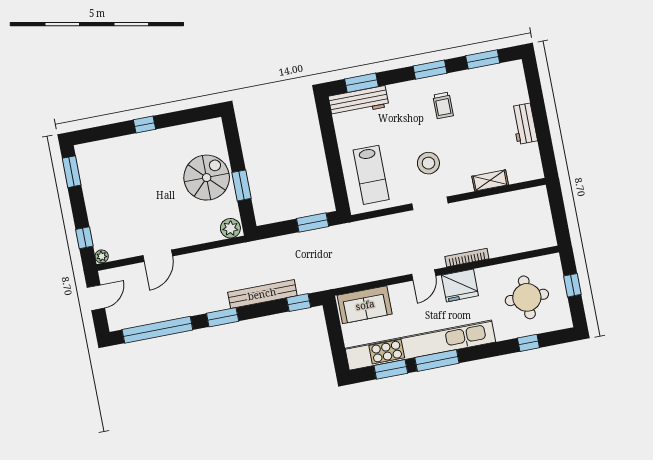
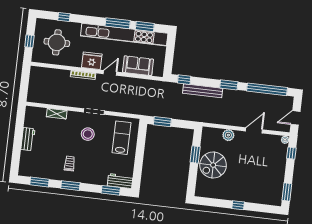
workbench: (359, 101) -> (120, 181), width x0.73
plant: (230, 228) -> (228, 135), moved
sofa: (365, 305) -> (138, 66), moved

